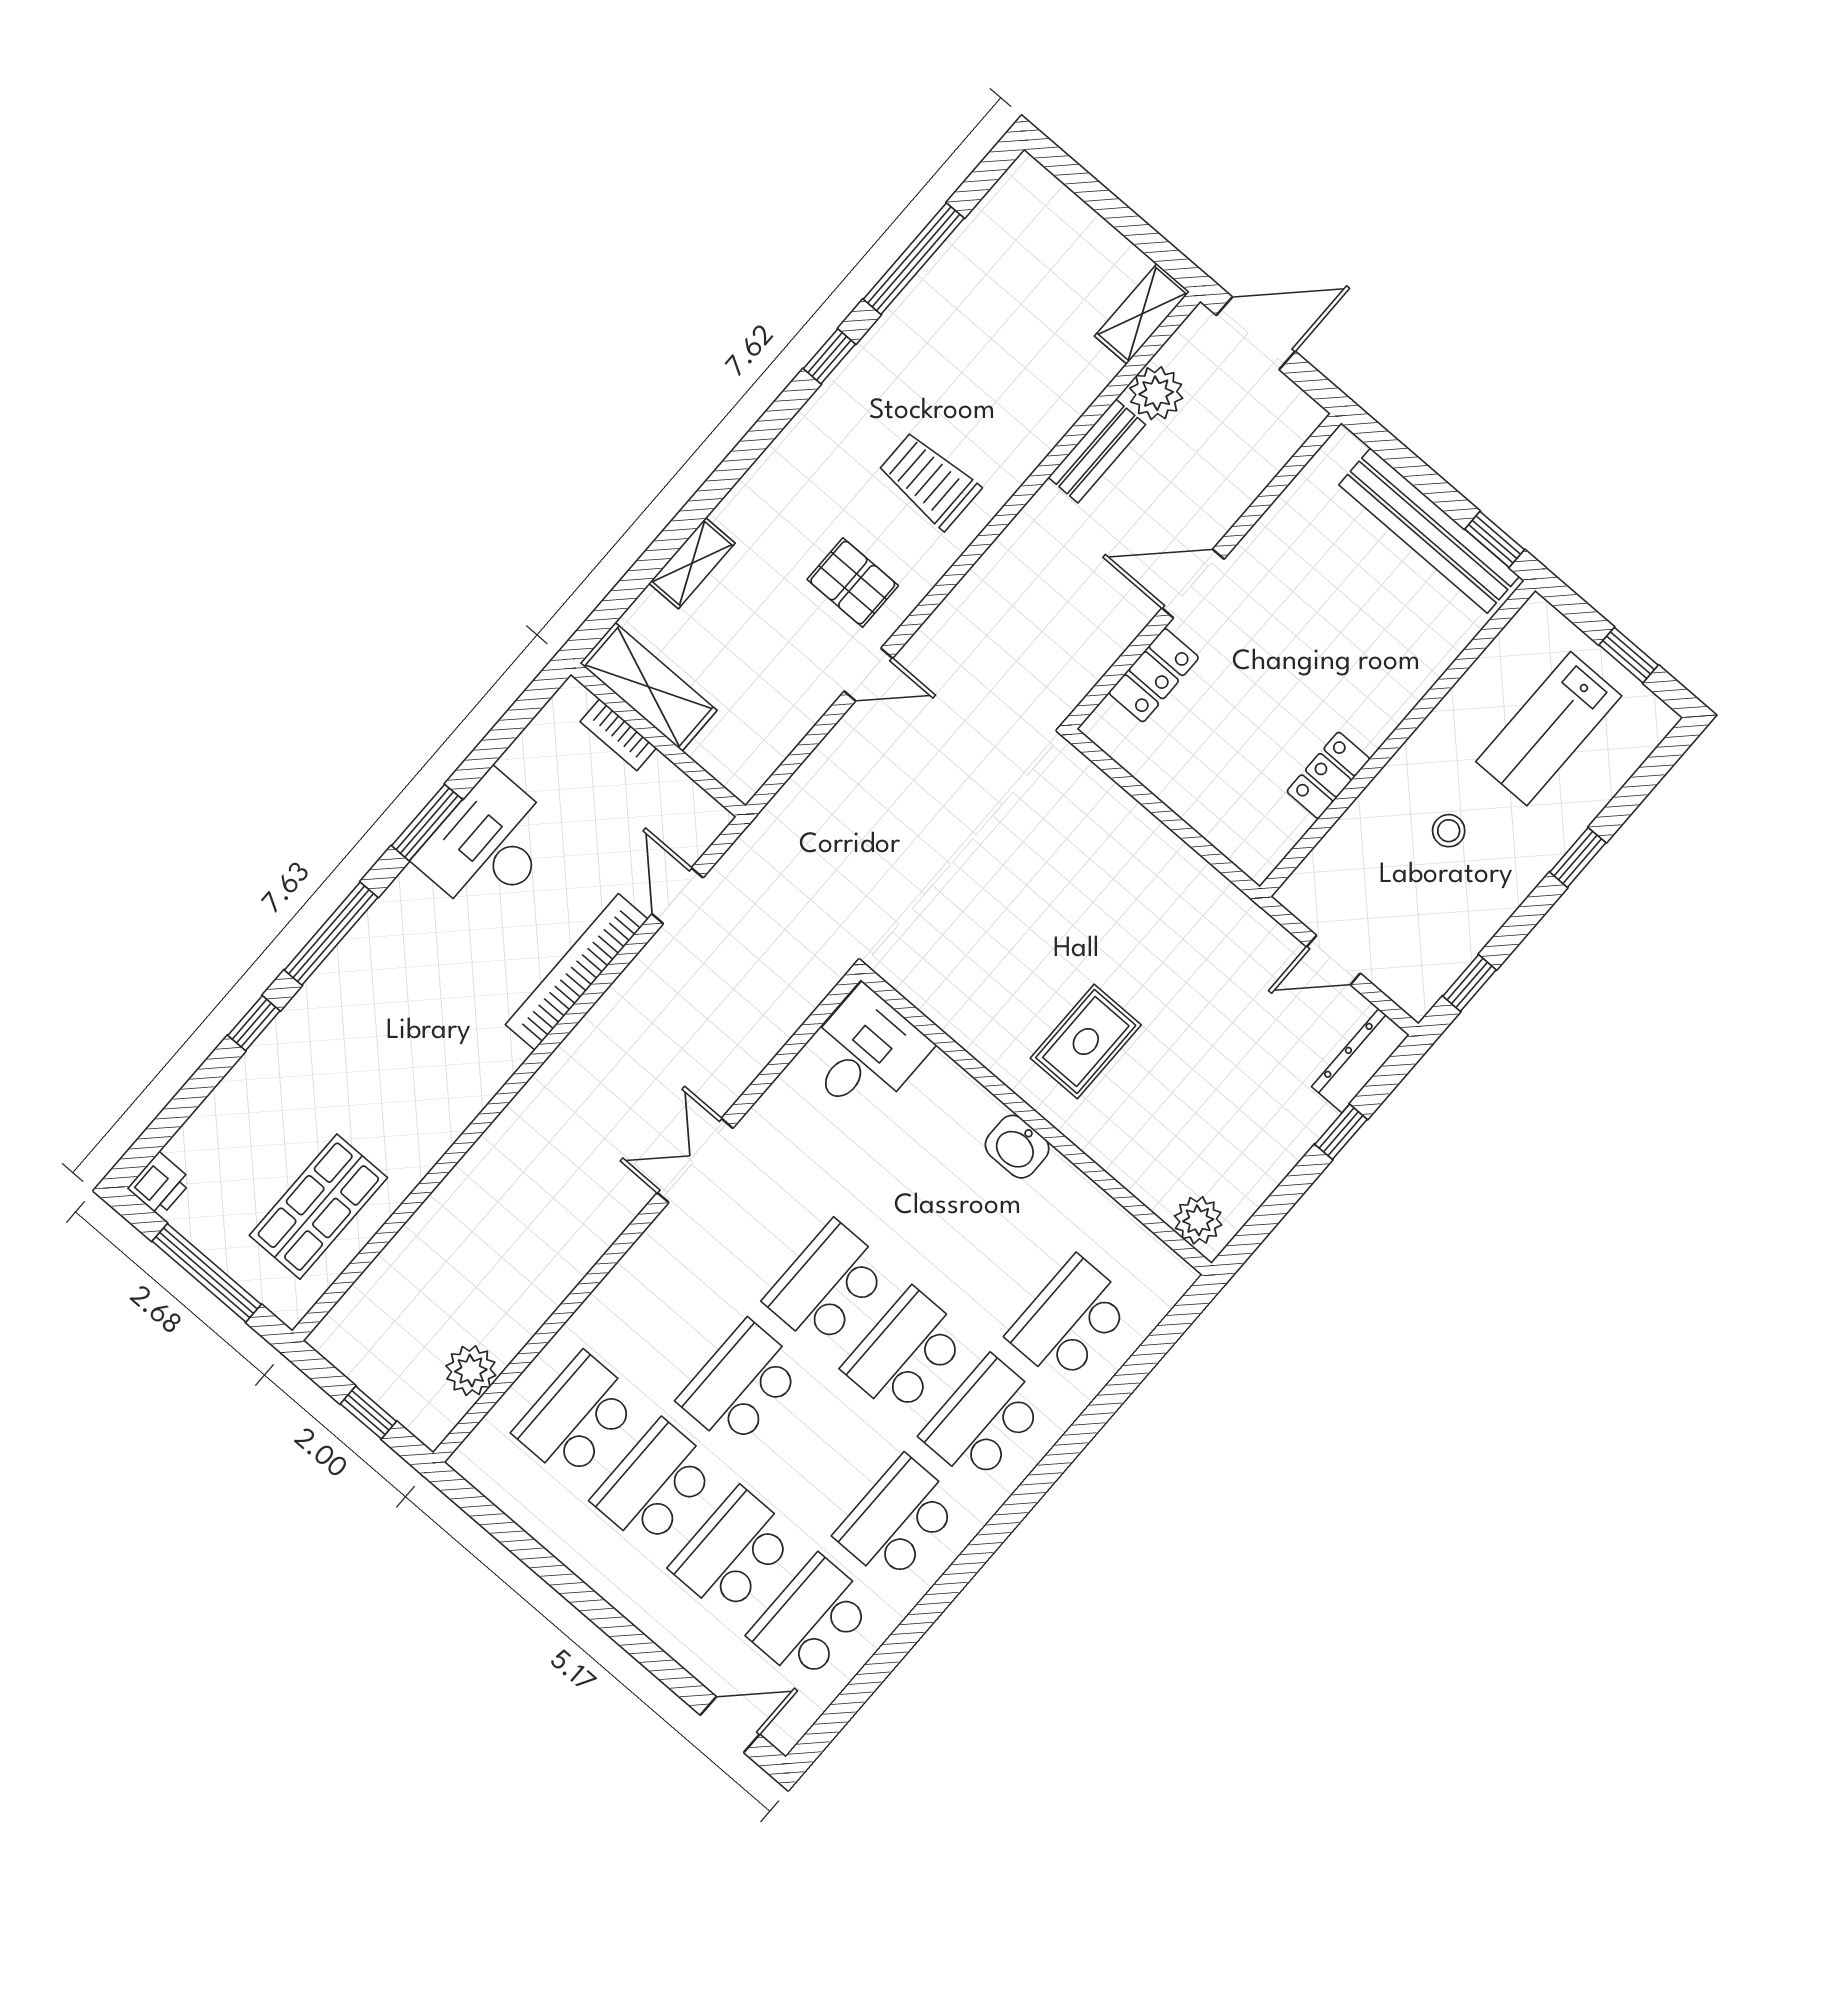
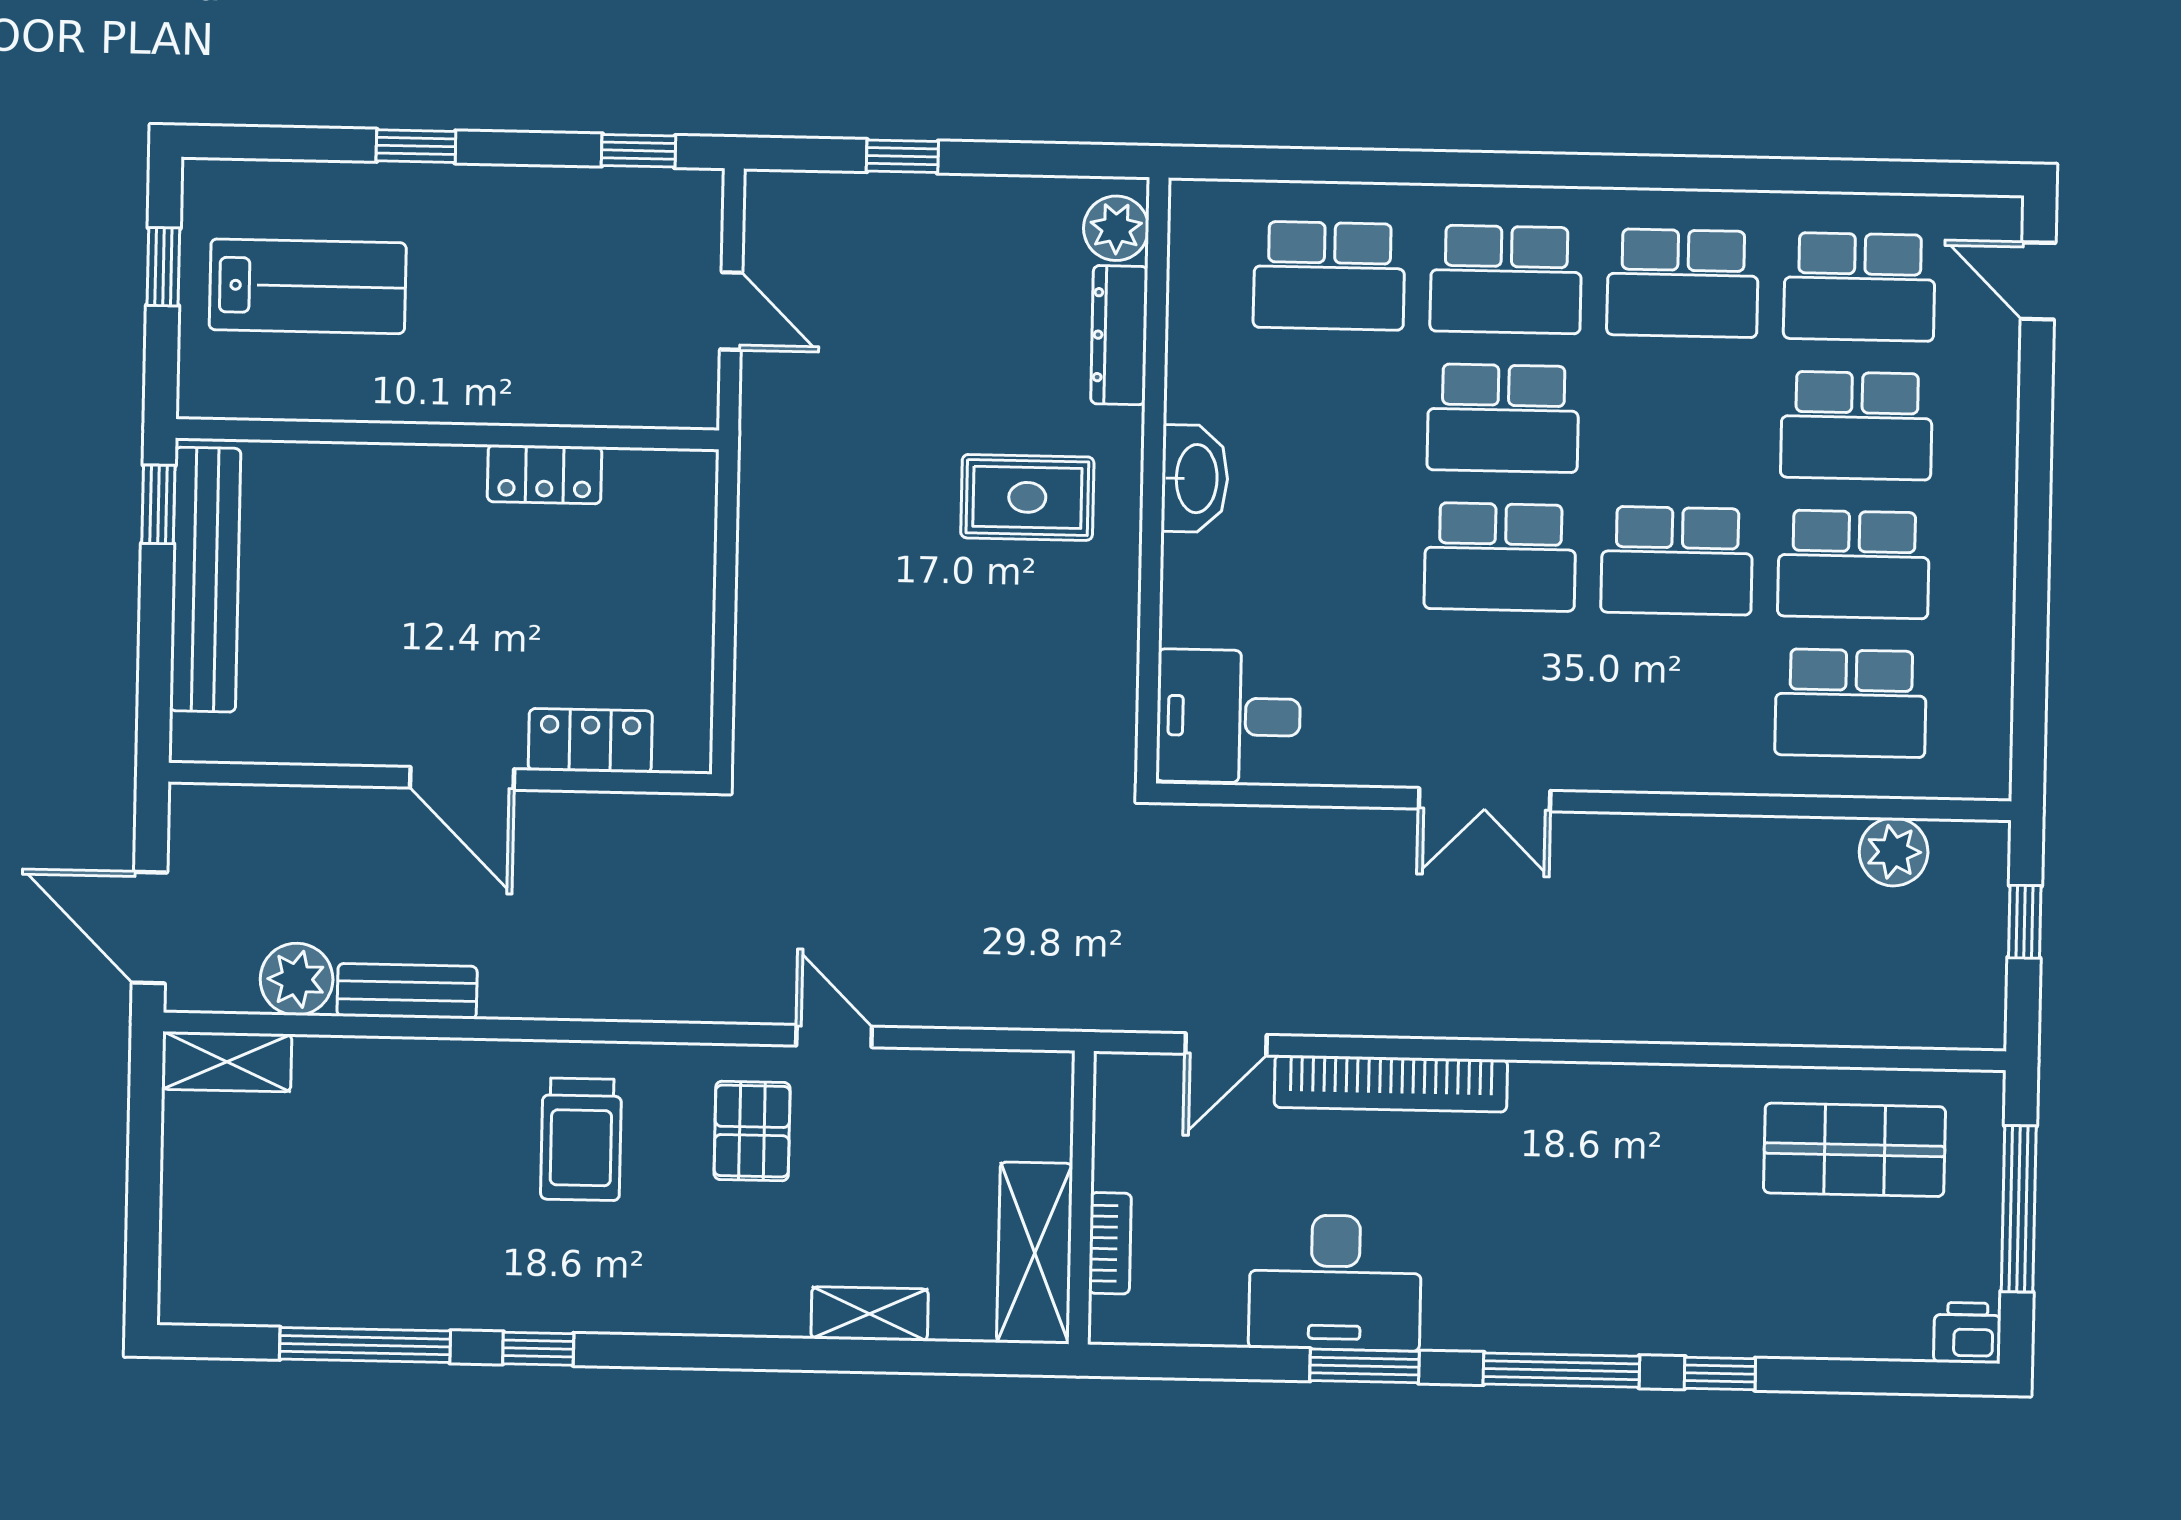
stool: (1449, 831) -> (499, 303), removed
dresser: (1360, 1061) -> (1119, 335), moved, turned 90
washbasin: (1017, 1147) -> (1195, 479), width x1.38

